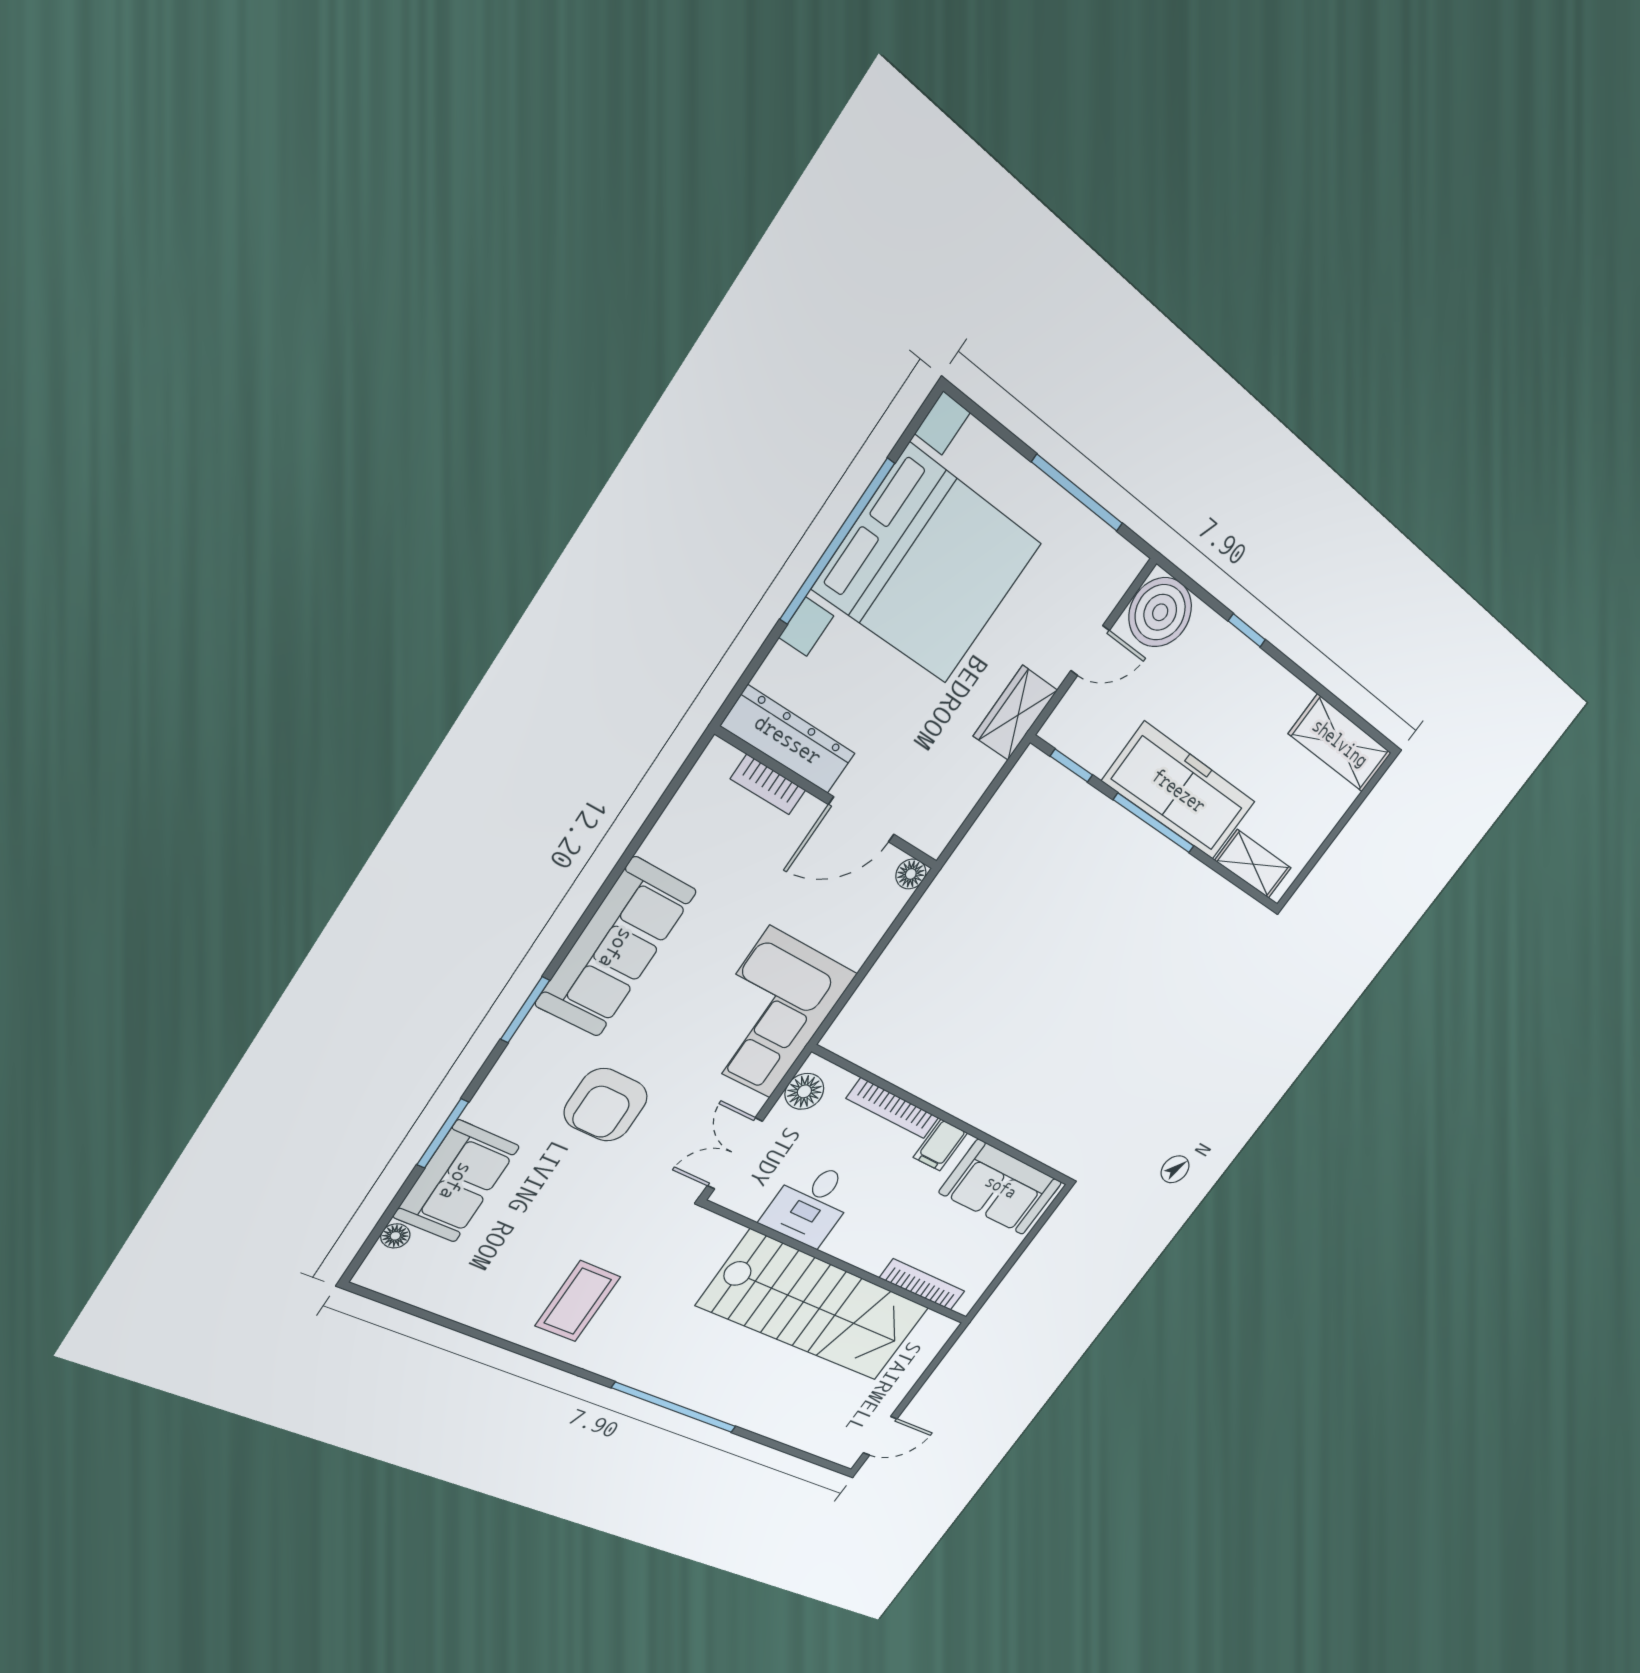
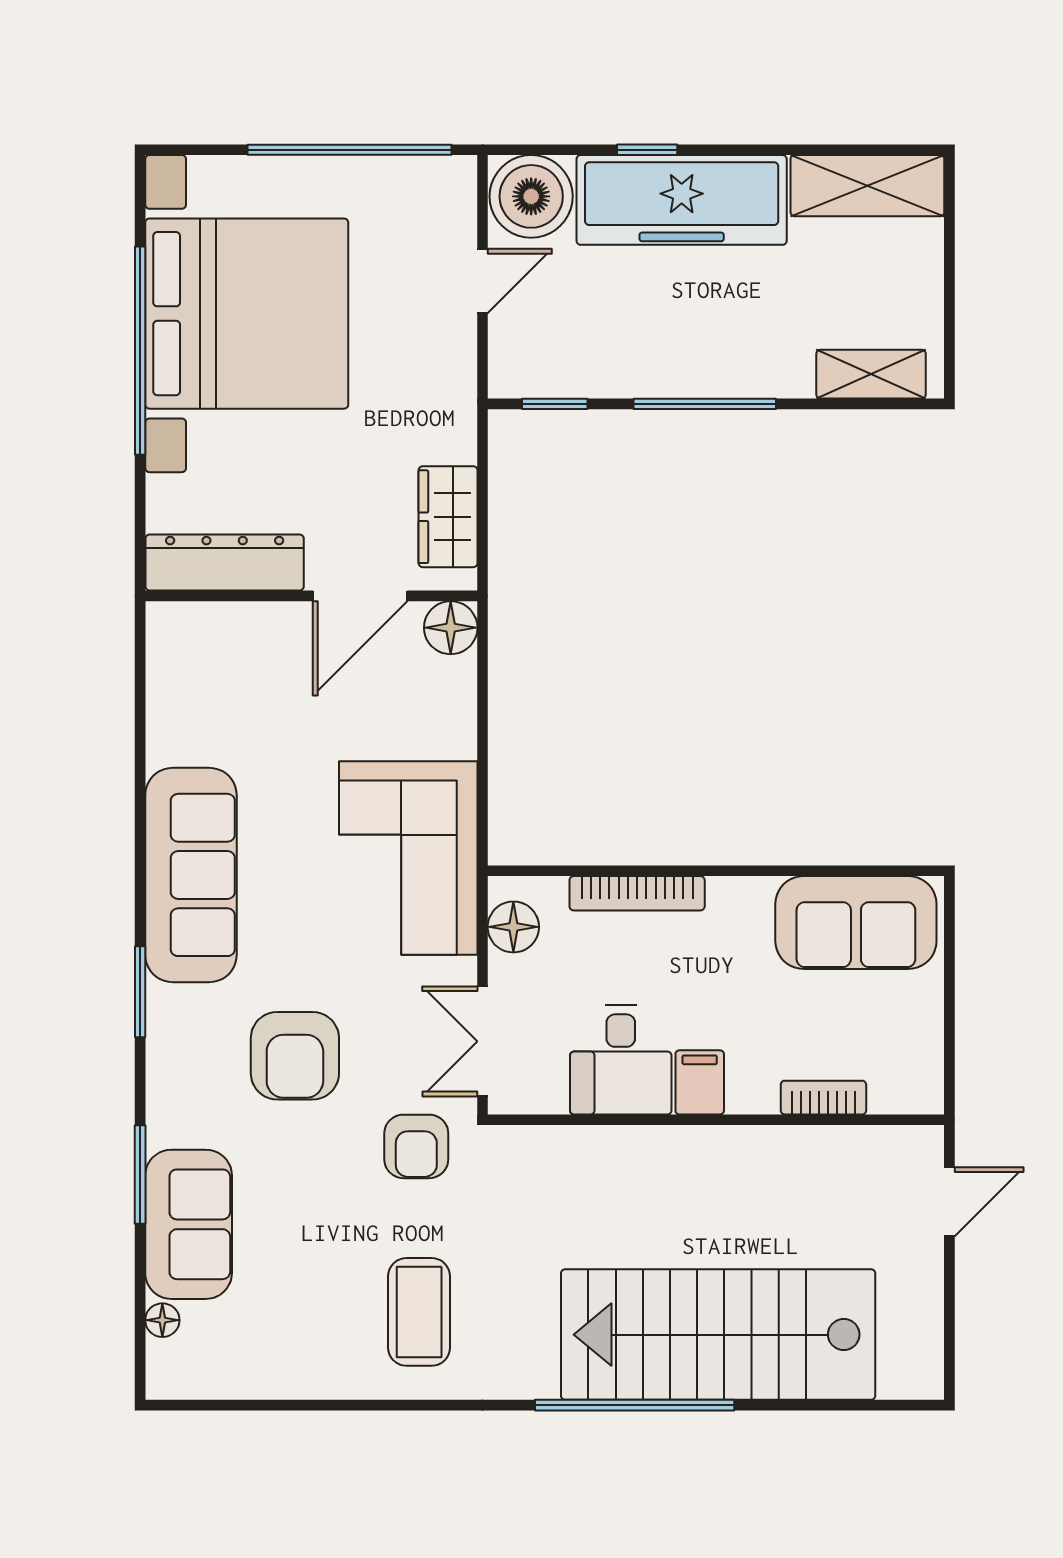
window: (1078, 493) -> (350, 150), width x1.46
wardrobe: (1015, 713) -> (448, 517), moved
bookcase: (768, 785) -> (235, 618), removed
freezer: (1179, 791) -> (682, 200), moved, turned 180
floor lamp: (911, 874) -> (451, 628), width x1.37, depth x1.37
filing cabinet: (940, 1145) -> (700, 1082), moved, turned 180
armchair: (647, 1199) -> (416, 1146), added
bookcase: (922, 1285) -> (823, 1098), width x0.64
stairs: (815, 1307) -> (718, 1335), moved, turned 180
door: (880, 1436) -> (949, 1202), moved

